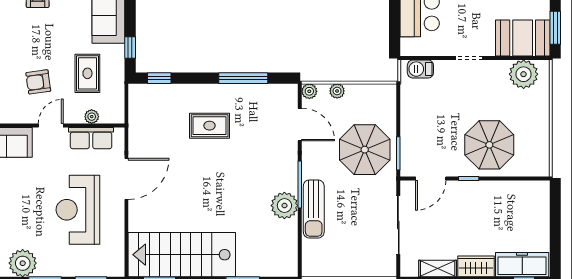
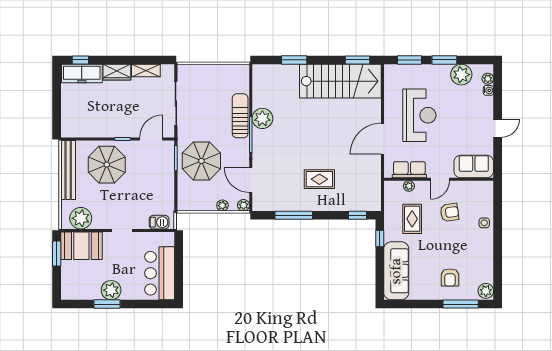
bench: (540, 138) -> (68, 170), added

